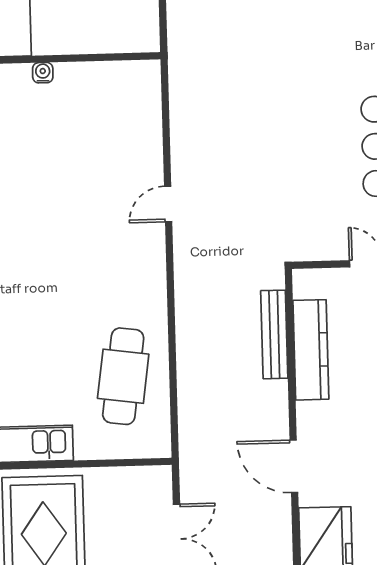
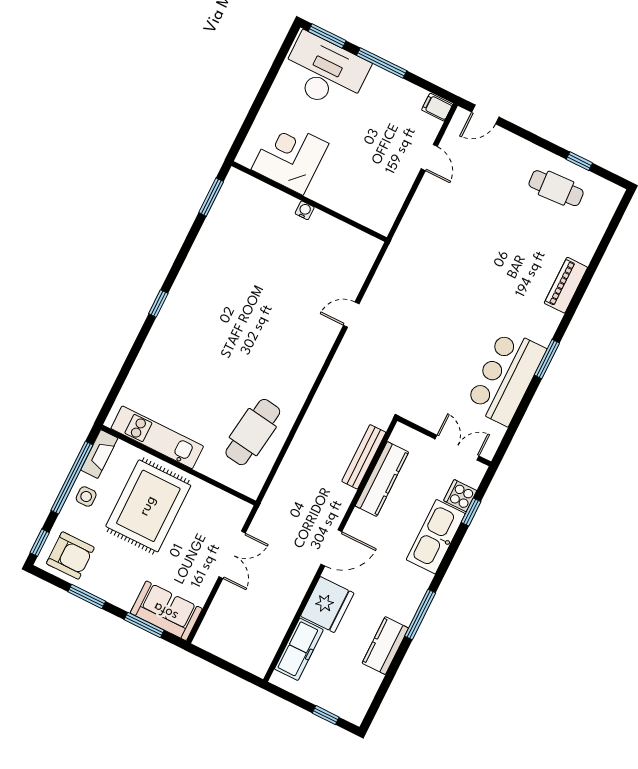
door: (168, 204) -> (351, 315), moved
door: (294, 466) -> (331, 548), swing flipped

